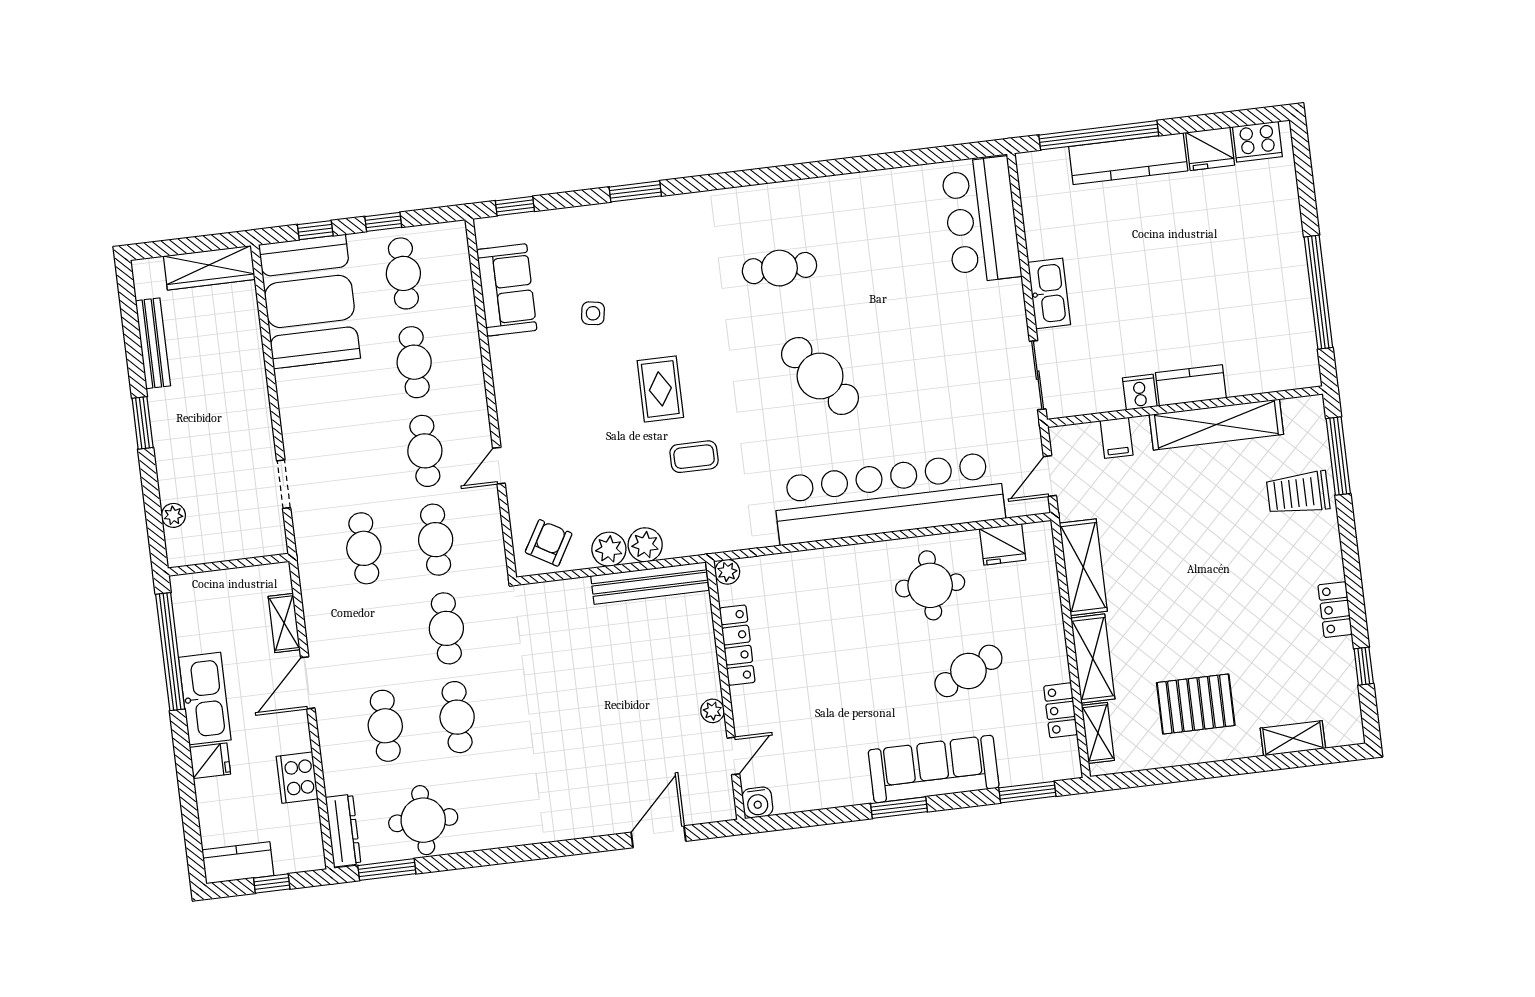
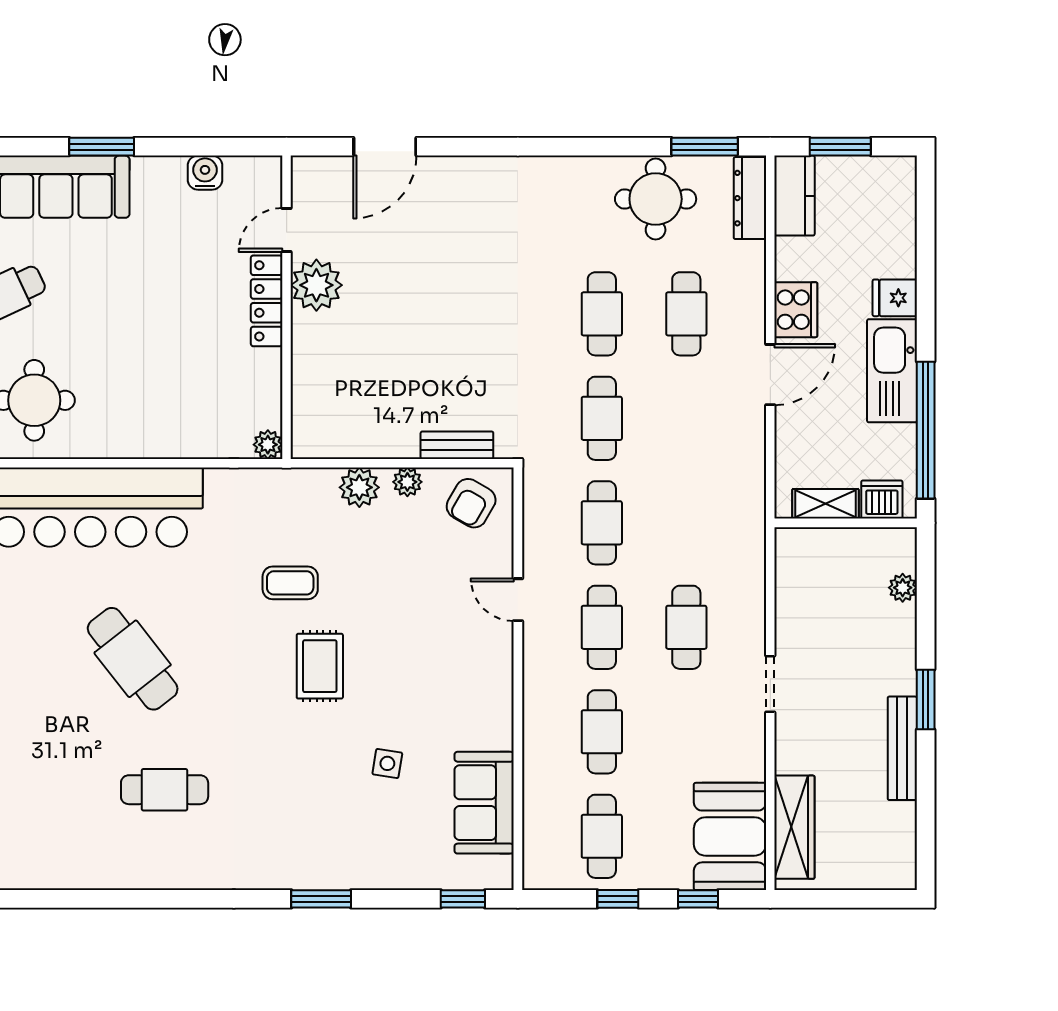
wardrobe: (209, 268) -> (794, 827), moved, turned 90
booth: (309, 301) -> (730, 836), width x0.73, depth x0.70
bench: (153, 343) -> (902, 748), moved
door: (499, 466) -> (518, 600), swing flipped
doorway: (284, 484) -> (770, 684), moved
cafe table: (364, 548) -> (686, 627), moved
plant: (609, 549) -> (407, 482), width x0.73, depth x0.73
bench: (650, 583) -> (457, 445), moved, width x0.54, depth x0.82
dishwasher: (200, 588) -> (882, 499), added
shelving: (284, 623) -> (825, 504), moved, turned 90
locker: (737, 645) -> (267, 301), moved
plant: (713, 711) -> (316, 285), width x1.87, depth x1.87
cooker: (297, 778) -> (796, 310), moved
water cooler: (757, 802) -> (205, 173), moved
kitchen counter: (238, 863) -> (794, 196), moved, turned -90
window: (272, 884) -> (840, 147), width x1.50

